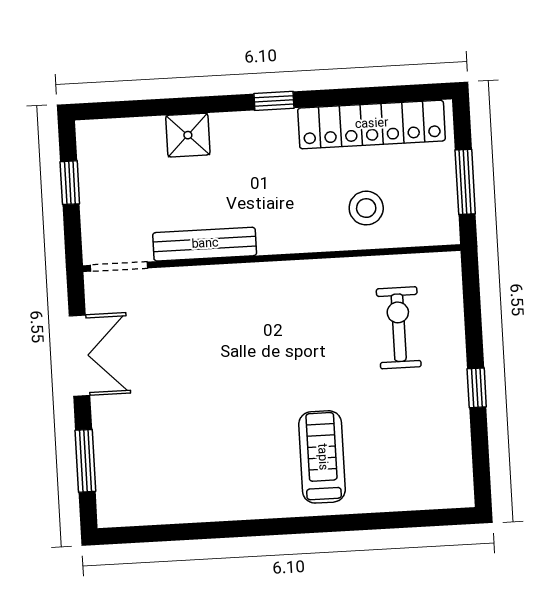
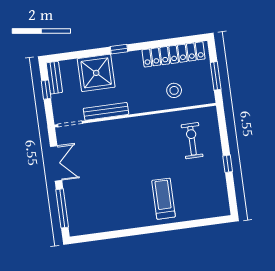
window: (274, 101) -> (119, 49), moved
shower: (188, 135) -> (96, 73), width x1.86, depth x1.86
bench: (91, 157) -> (54, 78), added
window: (85, 461) -> (62, 208), width x1.44

